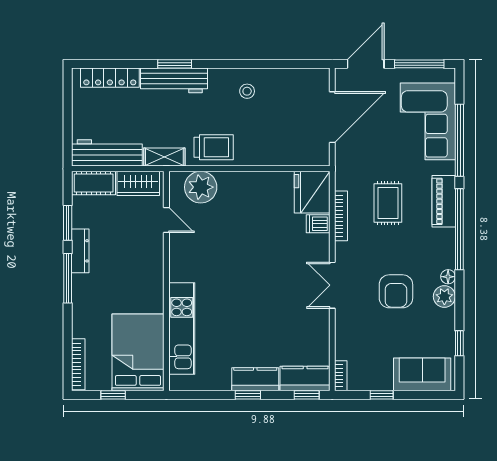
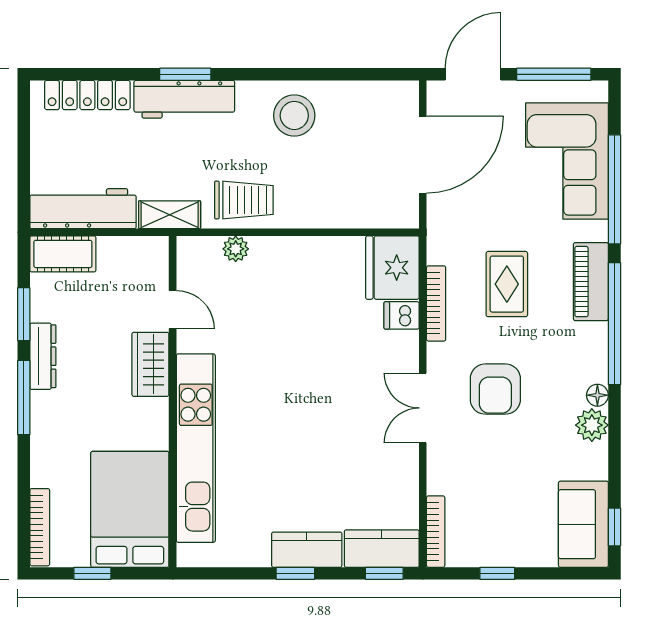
stool: (247, 91) -> (294, 115), width x1.89, depth x1.89
wardrobe: (138, 183) -> (150, 364), moved, turned 90
plant: (201, 187) -> (236, 249), width x0.53, depth x0.53
armchair: (396, 291) -> (495, 389), moved
kitchen unit: (182, 328) -> (196, 448), width x1.36
window: (459, 343) -> (614, 527), moved
sofa: (422, 374) -> (583, 524), moved, turned -90
bookcase: (341, 376) -> (436, 532), width x1.56

